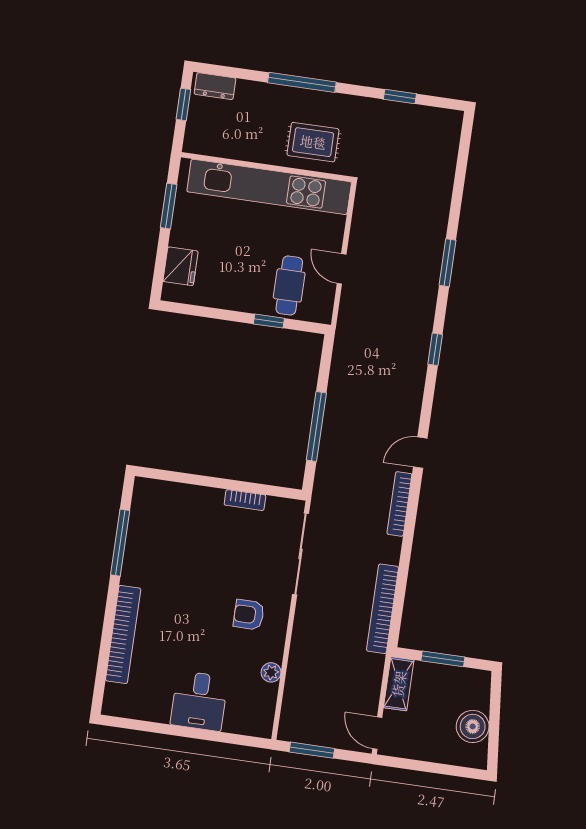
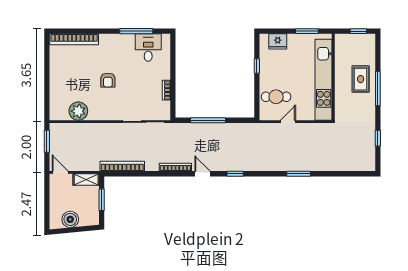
dresser: (215, 86) -> (370, 46), removed
rug: (313, 142) -> (361, 79), moved
window: (269, 321) -> (257, 66), moved
window: (435, 349) -> (235, 174), moved
armchair: (249, 615) -> (108, 80), moved, turned 180
bookcase: (123, 634) -> (74, 39), moved
plant: (271, 672) -> (78, 111), width x1.87, depth x1.87
desk: (199, 701) -> (148, 48), moved, turned 90
door: (377, 733) -> (60, 172), hinge flipped

